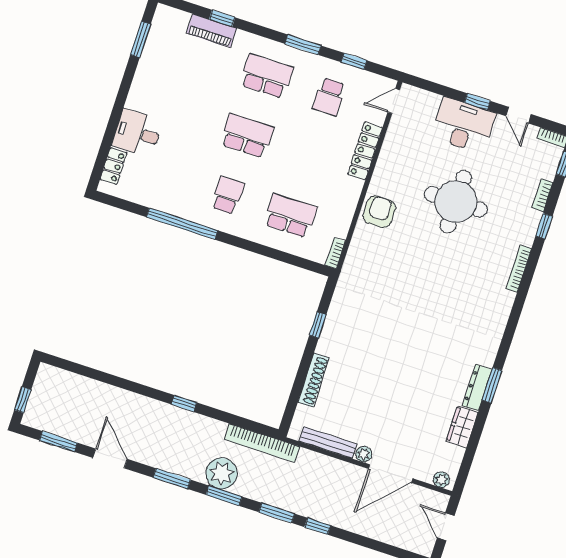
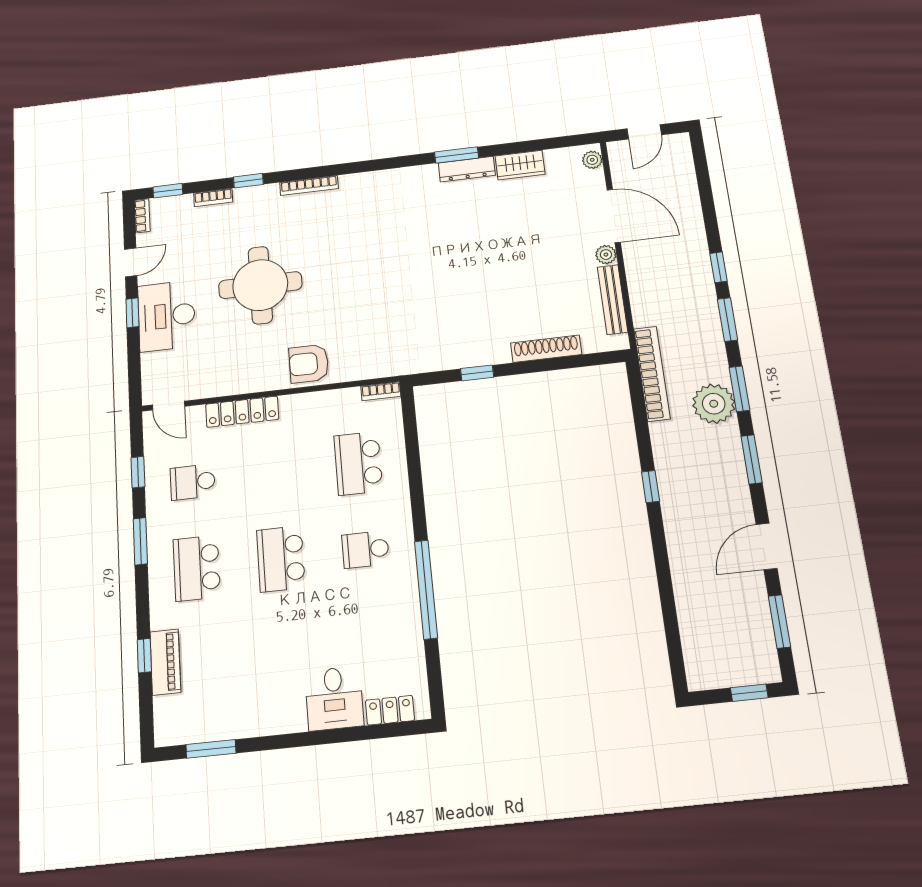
school desk: (329, 97) -> (193, 482), turned 180

